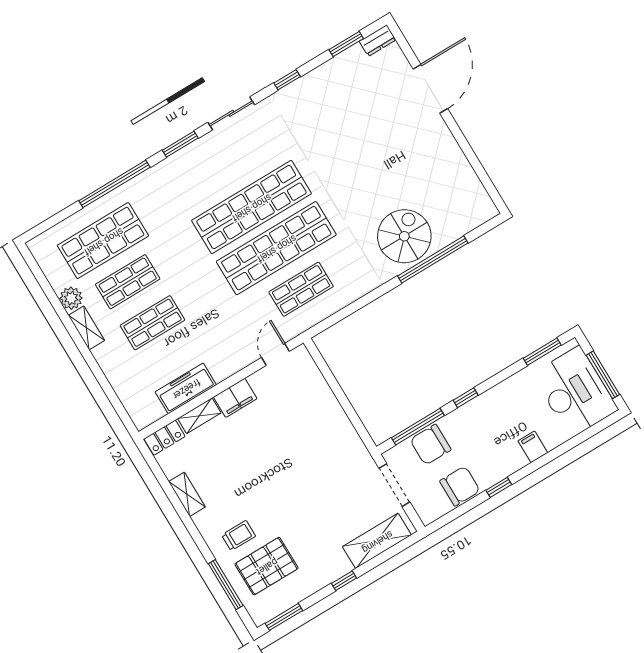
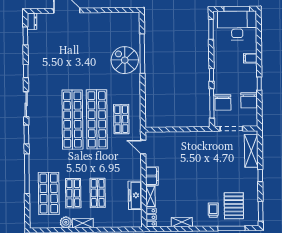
chair: (460, 486) -> (249, 100), turned 180

